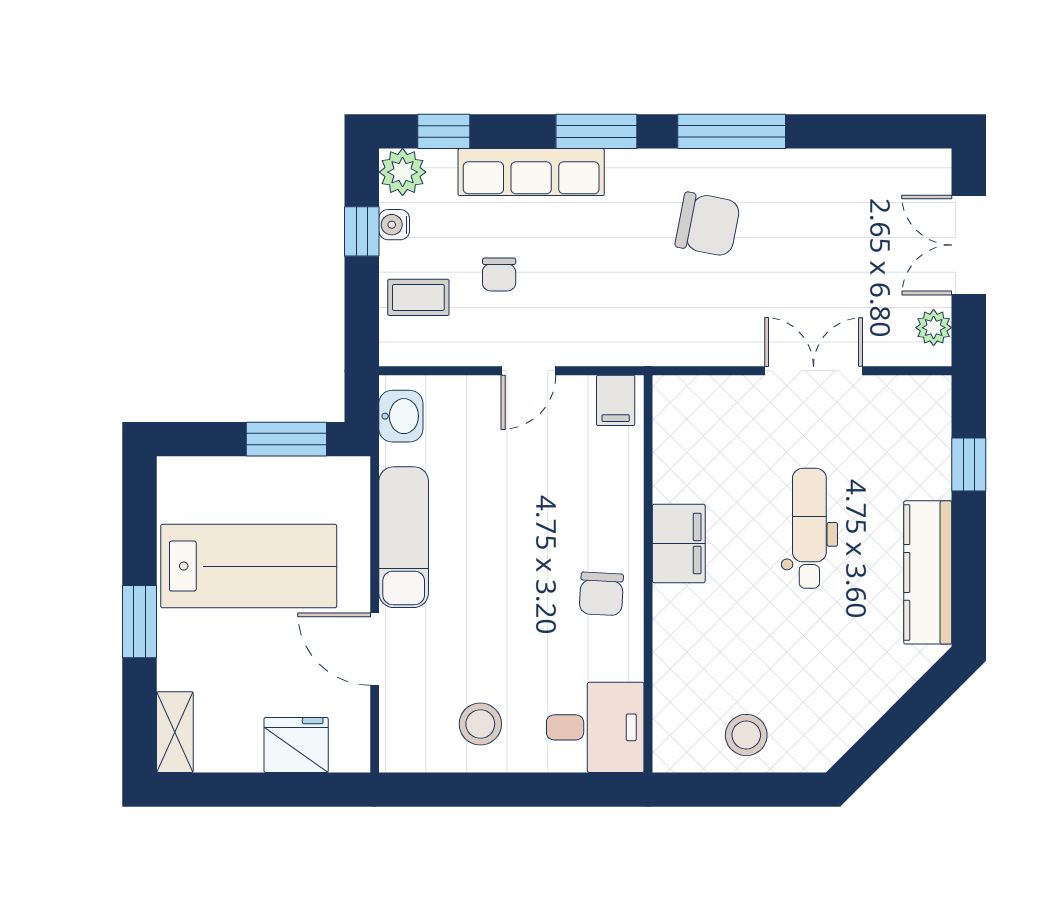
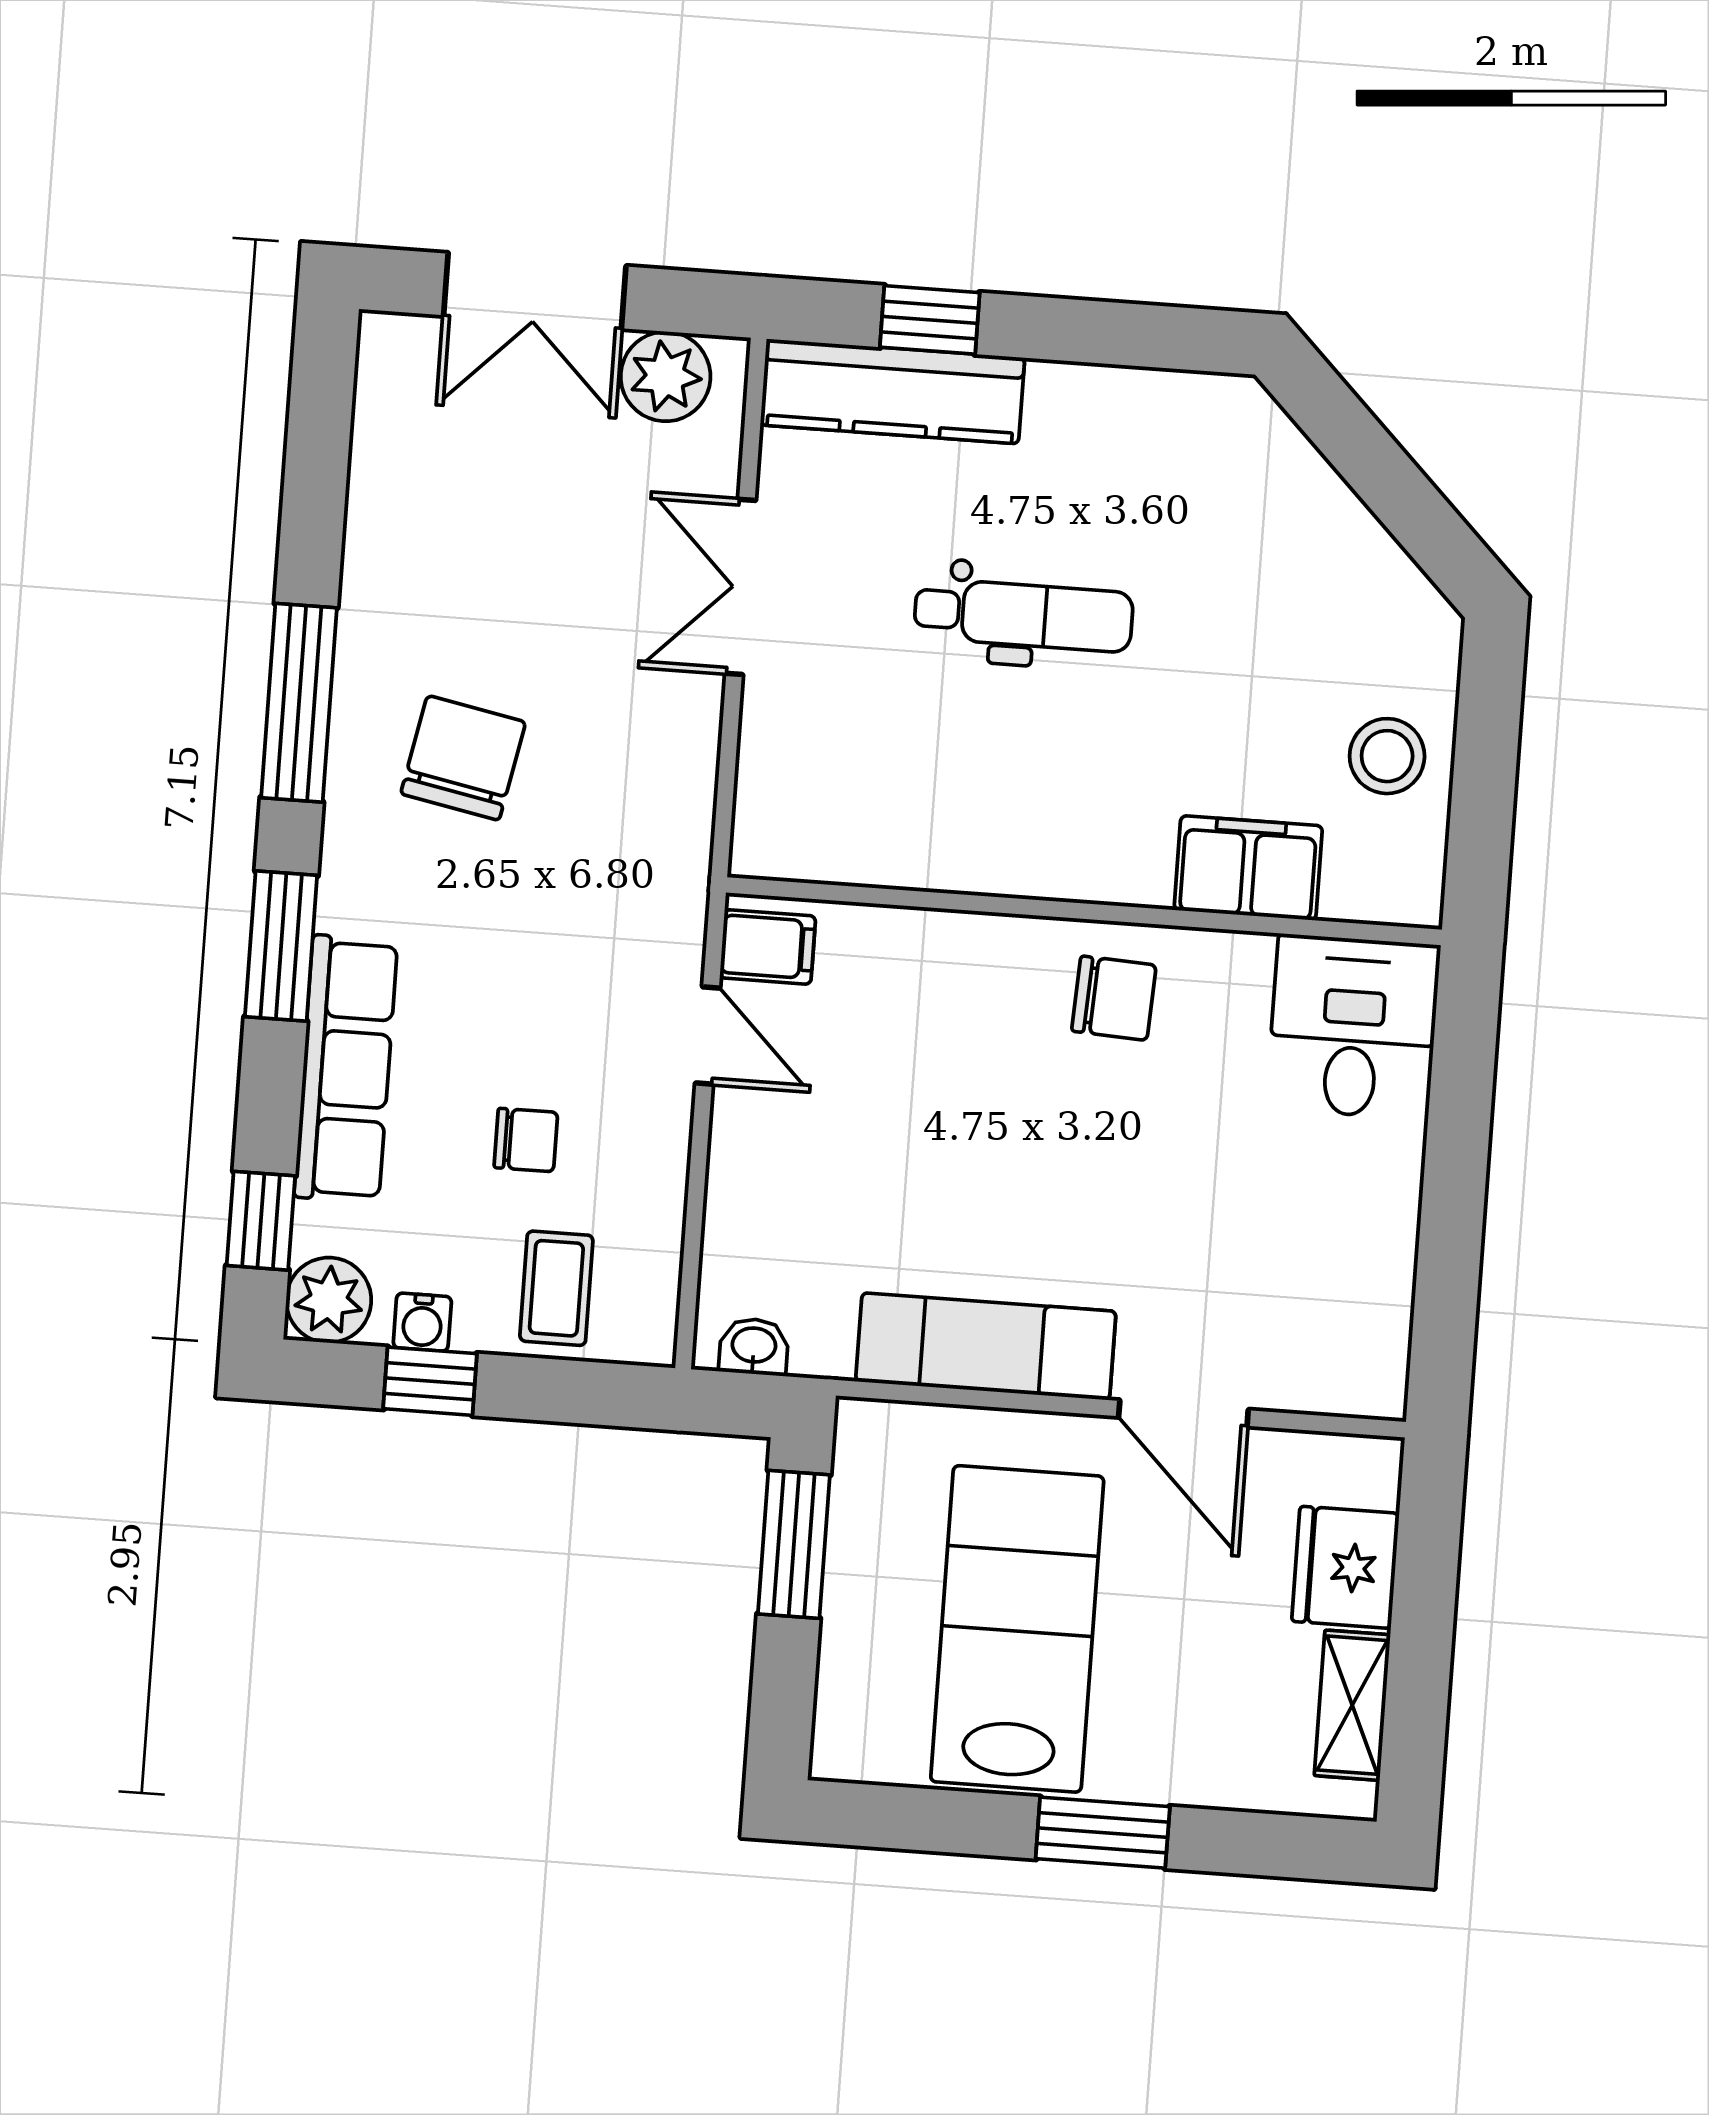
plant: (934, 328) -> (666, 376), width x1.38, depth x1.38
door: (528, 371) -> (708, 1036), moved
washbasin: (401, 416) -> (754, 1347), width x0.72, depth x0.69
dental chair: (809, 528) -> (1024, 615), turned 180
filing cabinet: (679, 543) -> (1248, 868), moved
kitchen counter: (928, 572) -> (892, 391), moved
door: (375, 649) -> (1183, 1413), hinge flipped
stool: (480, 724) -> (1332, 1233), removed
shelving: (175, 732) -> (1352, 1705), moved, turned 90

